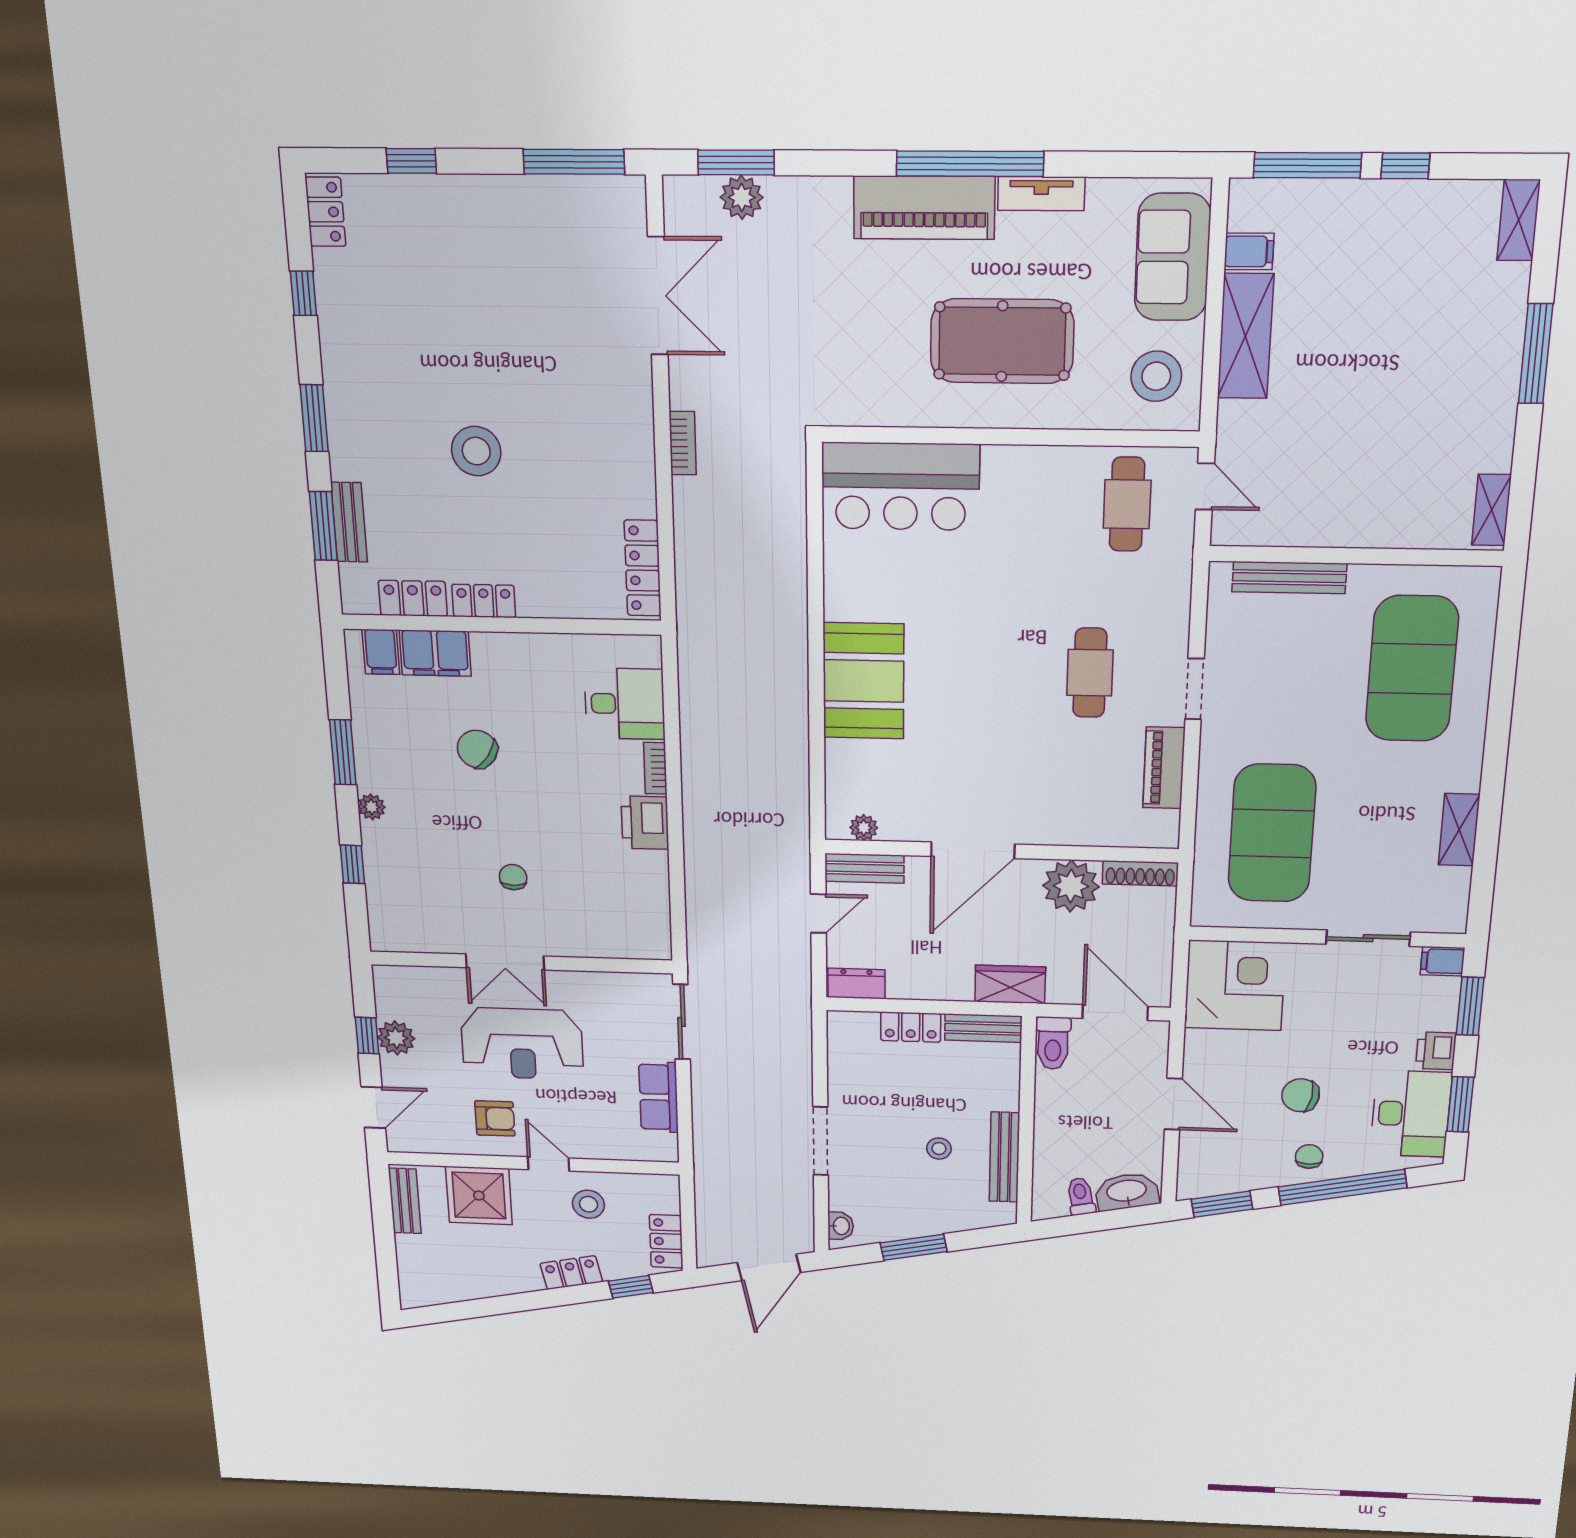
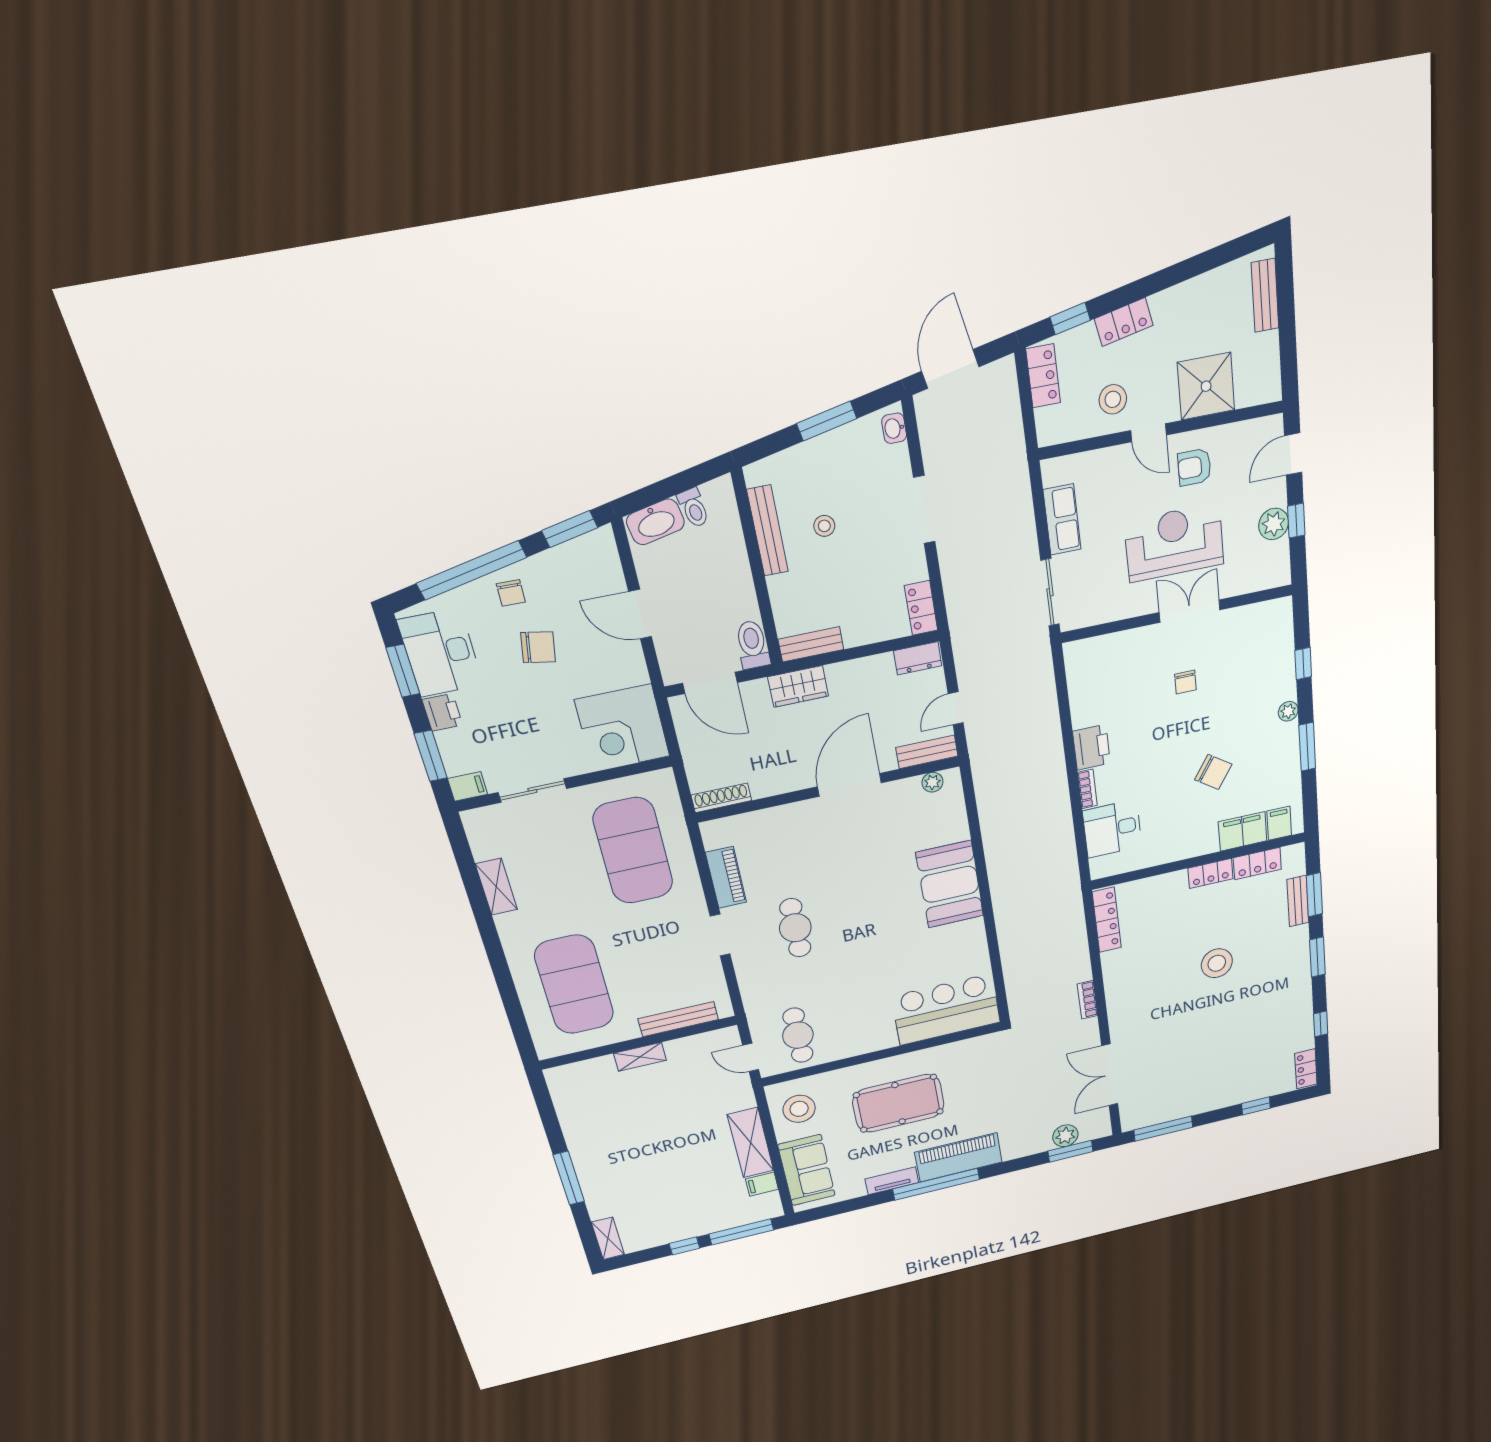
shelving: (1492, 510) -> (640, 1057), moved, turned 90
plant: (1071, 886) -> (771, 776), removed
locker: (911, 1027) -> (921, 608), moved, turned -90
bench: (405, 1201) -> (1265, 295), moved

